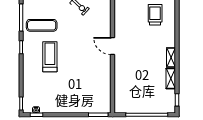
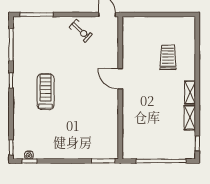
trolley: (155, 15) -> (168, 57), moved
exercise mat: (42, 25) -> (36, 54), removed

